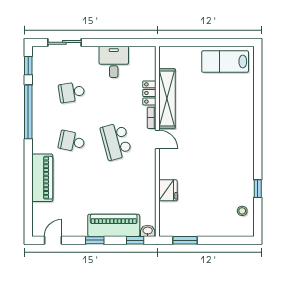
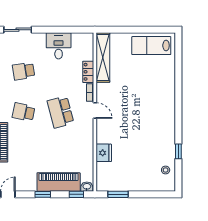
shelving: (167, 99) -> (103, 58), moved

